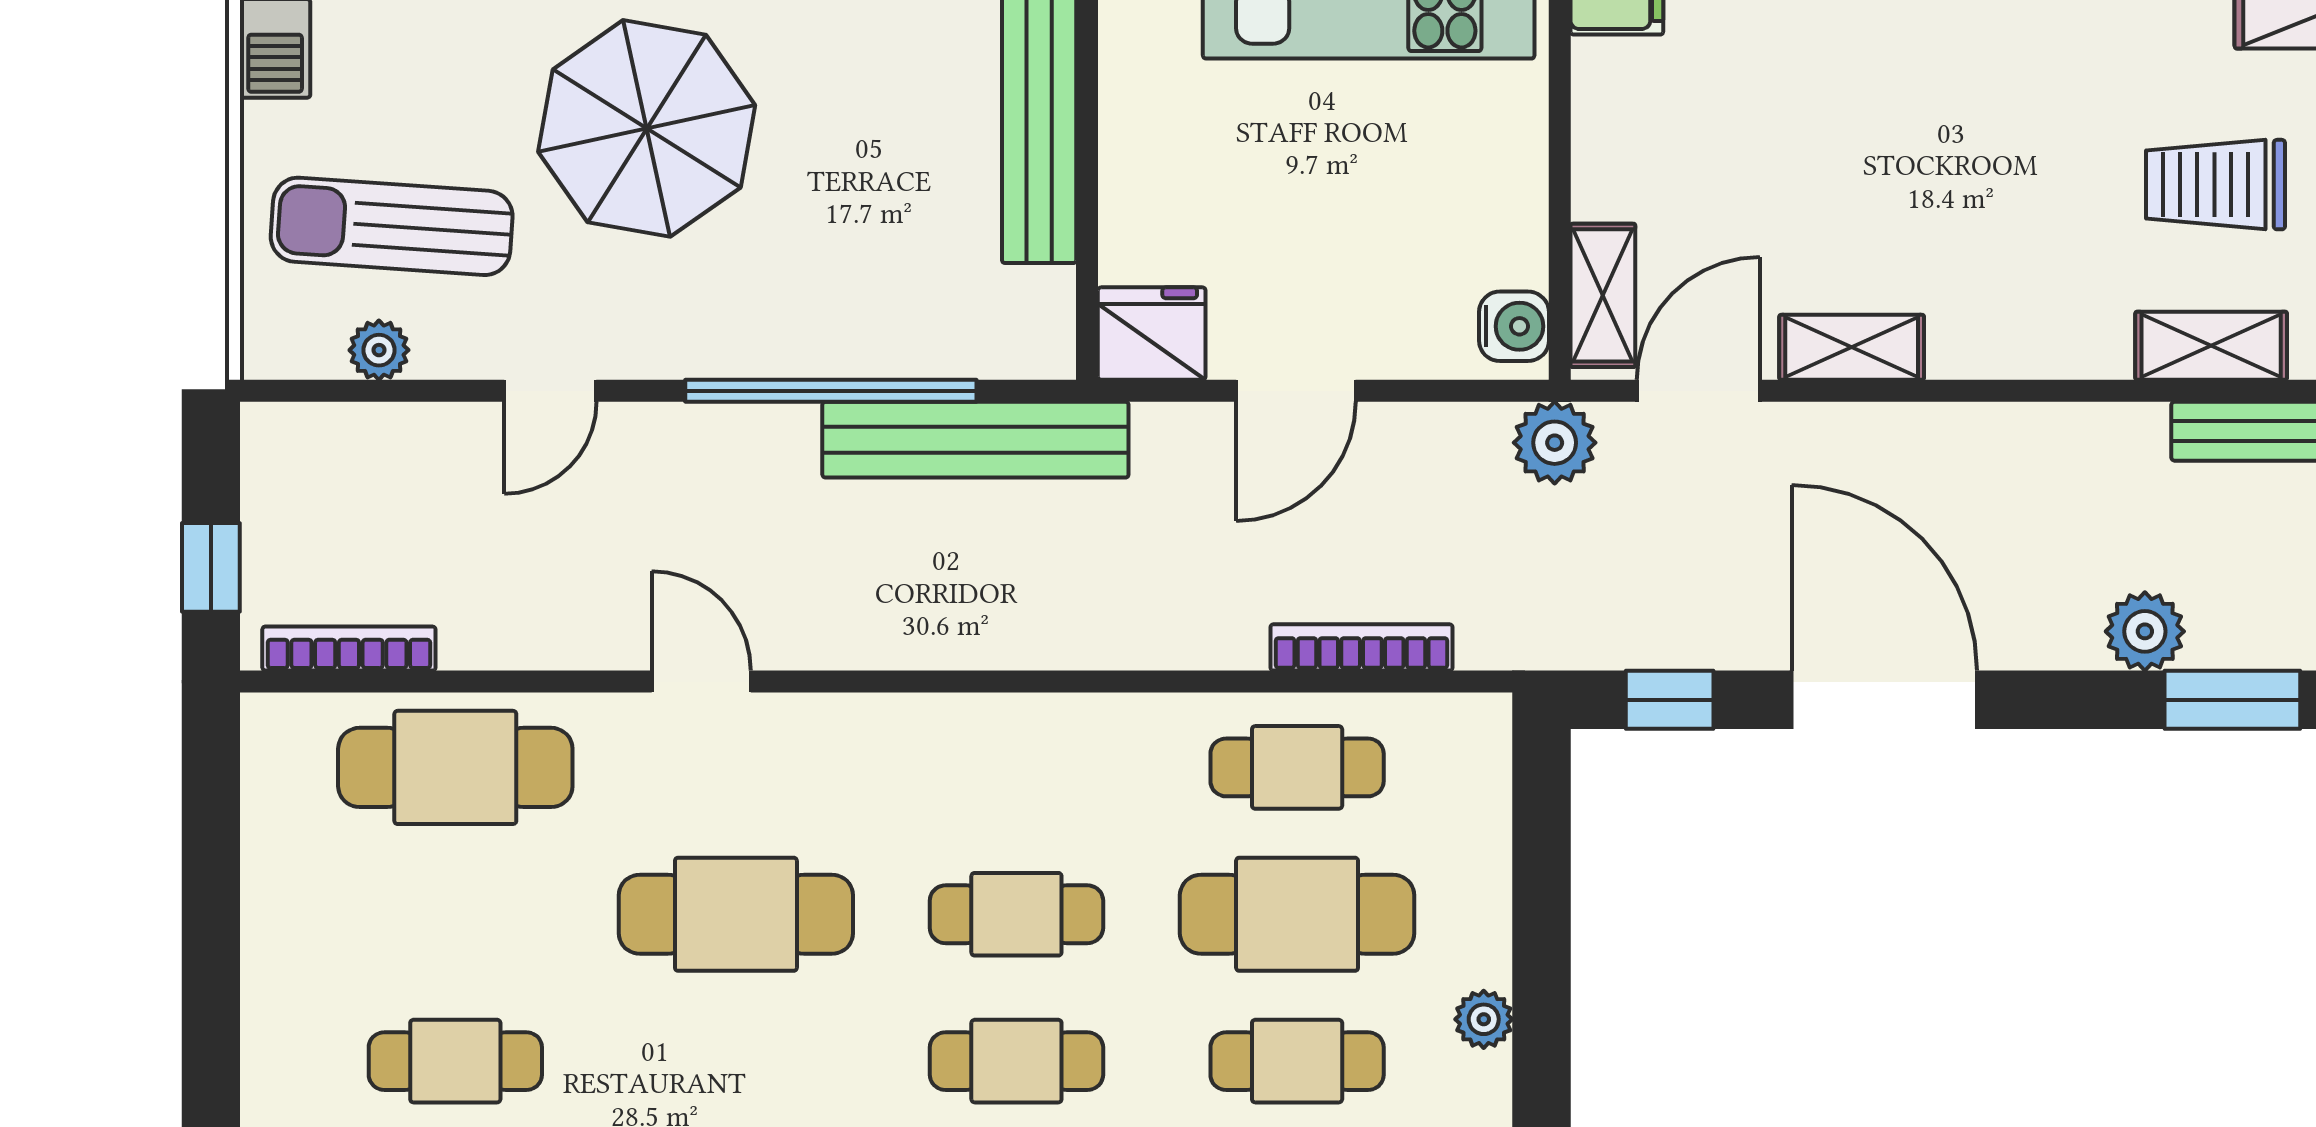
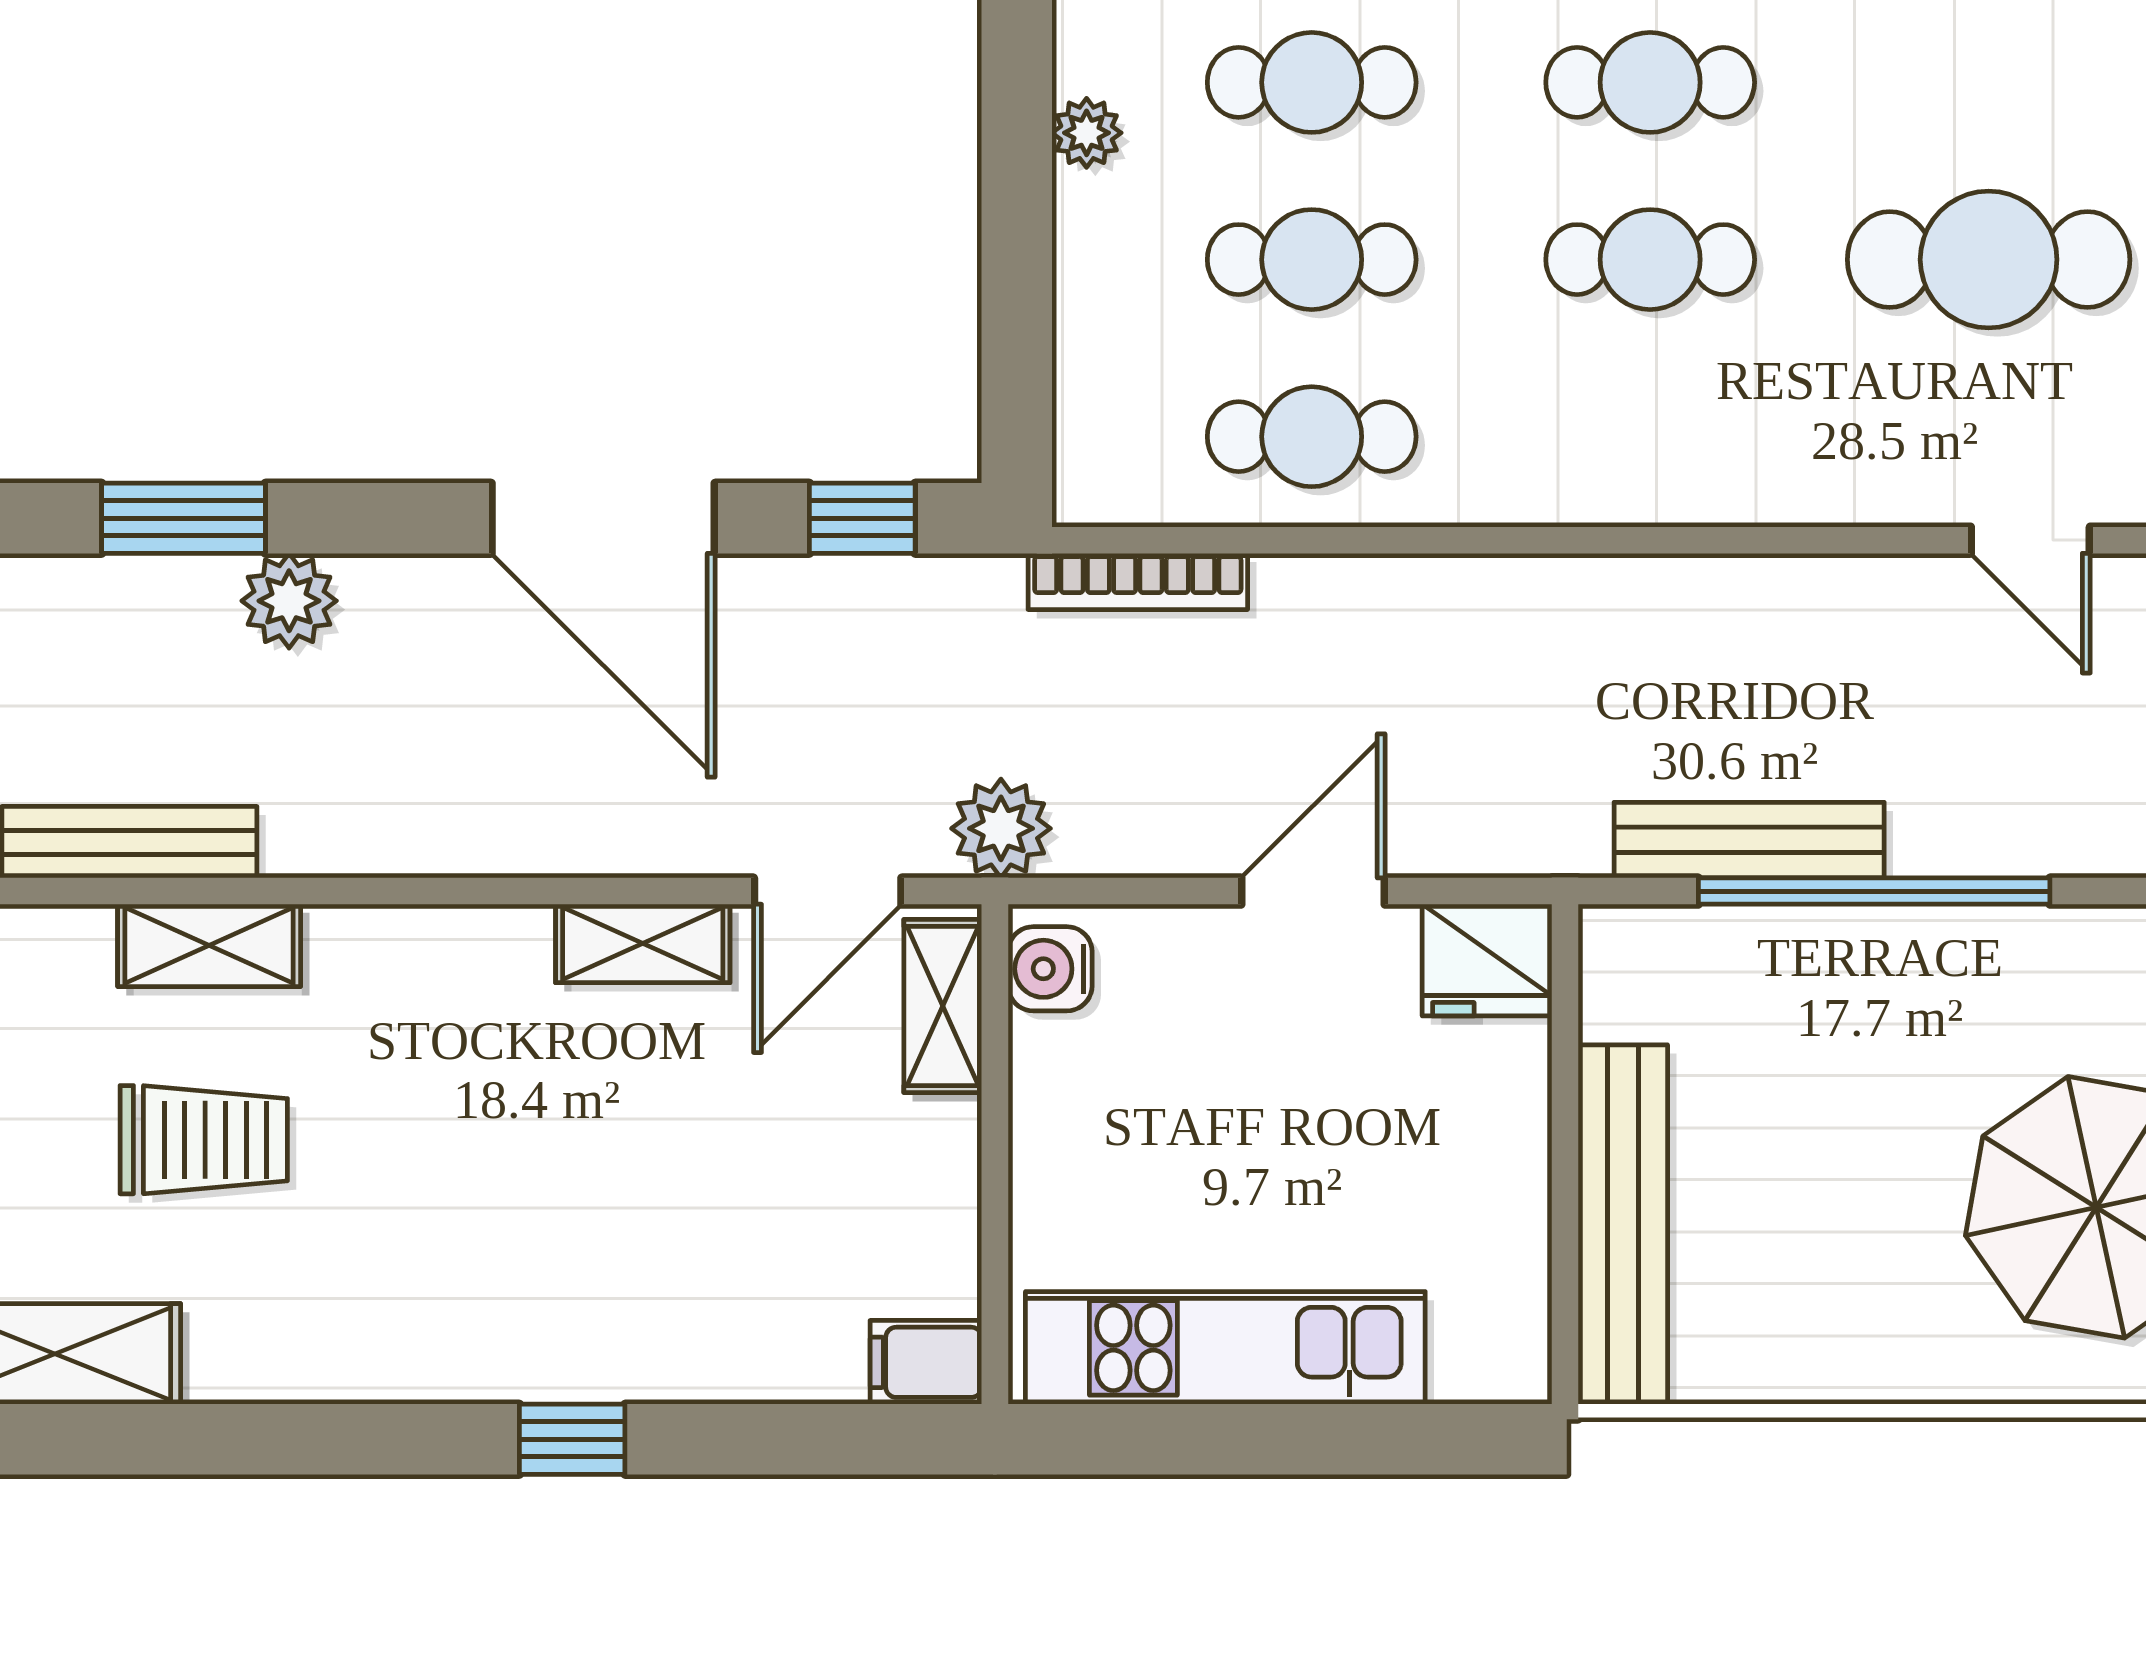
bench: (975, 440) -> (1749, 840), width x0.73, depth x0.82
bookcase: (1361, 647) -> (1138, 581), moved
cafe table: (1297, 914) -> (1312, 260), width x0.73, depth x0.74

